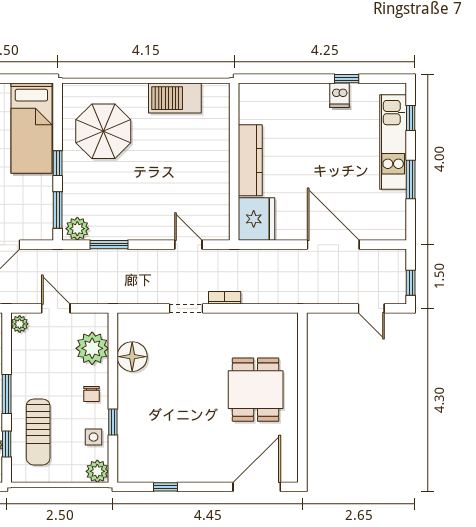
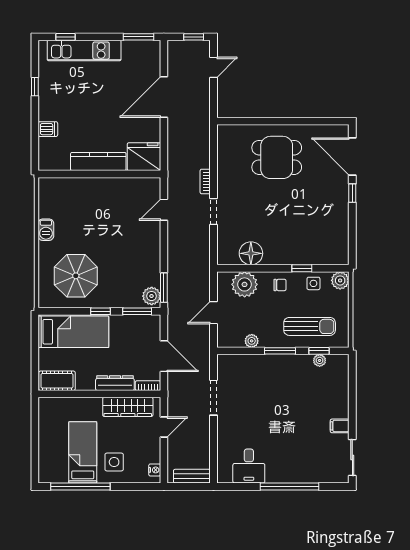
dishwasher: (340, 95) -> (48, 129), moved
barbecue: (175, 98) -> (46, 230), width x0.53, depth x0.65
window: (411, 180) -> (139, 37), moved
window: (109, 245) -> (164, 288), moved
plant: (20, 324) -> (252, 341), moved
window: (165, 487) -> (352, 193), moved

